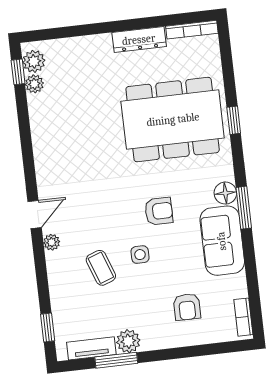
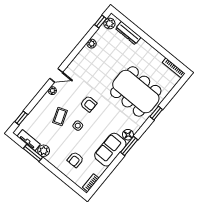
dresser: (139, 40) -> (128, 33), moved
plant: (34, 84) -> (92, 44), moved
armchair: (159, 211) -> (89, 104), moved

